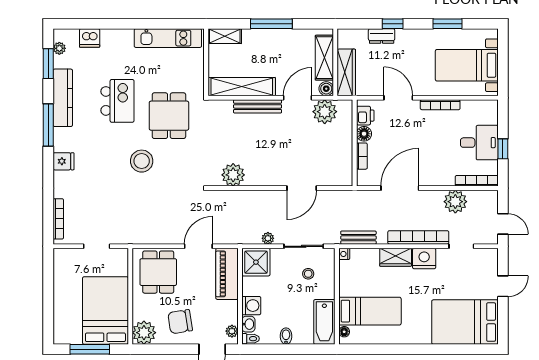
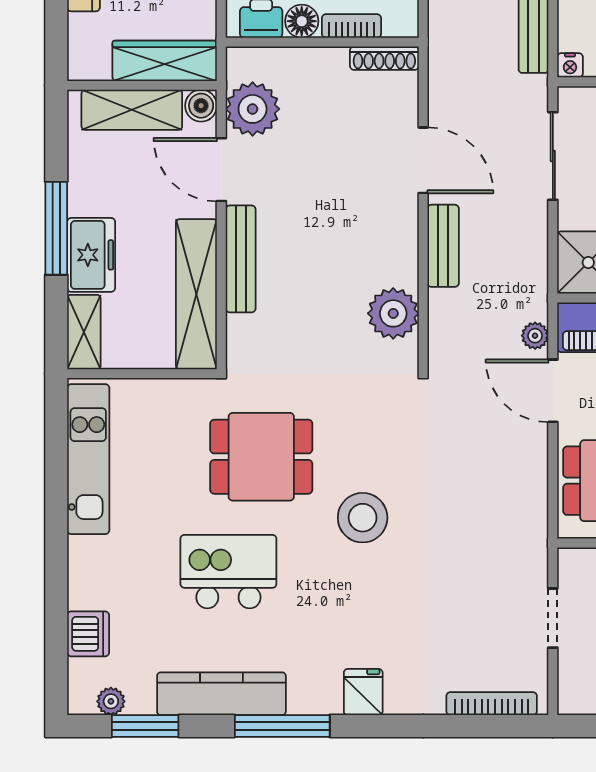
freezer: (259, 39) -> (91, 255), added
shoe rack: (348, 171) -> (384, 58), added
bench: (263, 197) -> (443, 246), added
plant: (268, 238) -> (535, 336), moved

